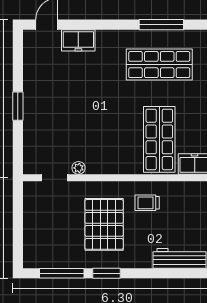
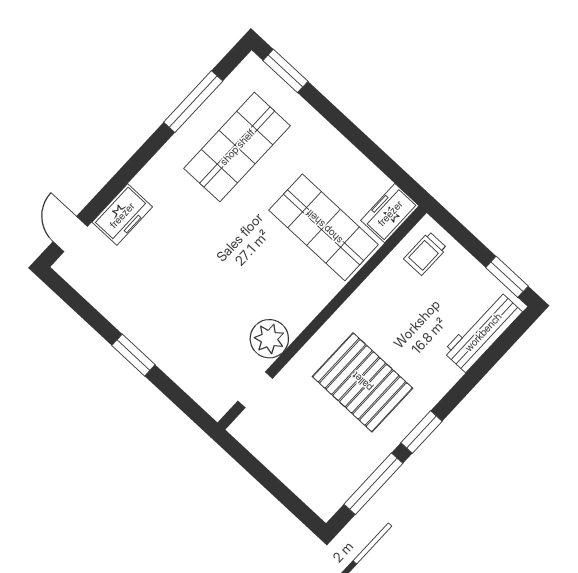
plant: (78, 168) -> (269, 339), width x1.88, depth x1.88
trolley: (147, 203) -> (425, 253), moved

